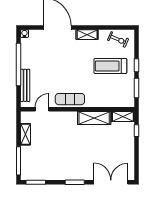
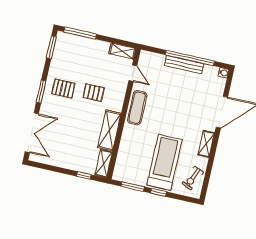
treadmill: (110, 66) -> (164, 162), width x1.37, depth x1.38
bench: (25, 85) -> (184, 65), moved
shelving: (25, 134) -> (122, 51), moved
pallet: (66, 138) -> (94, 93), added
pallet: (68, 164) -> (63, 89), added

